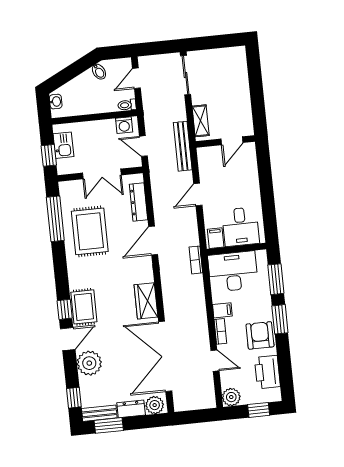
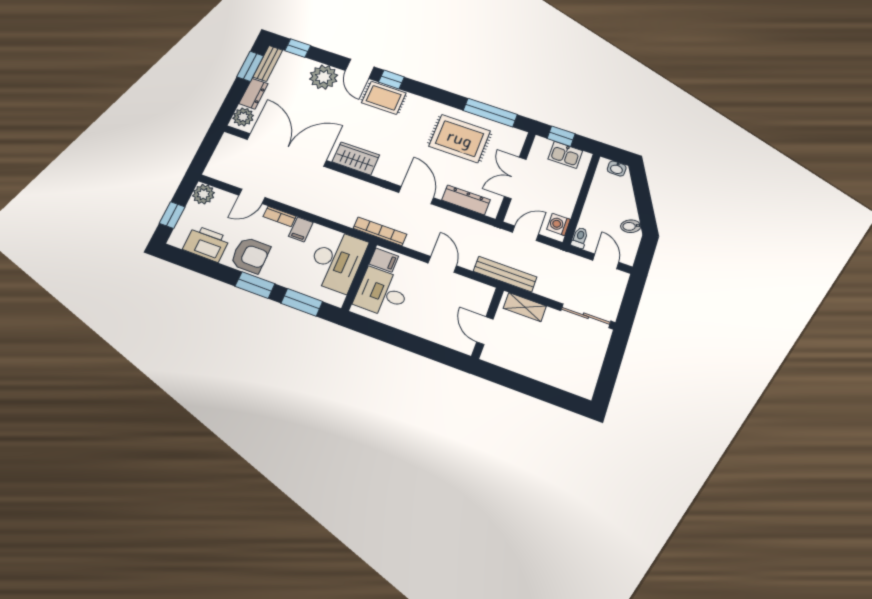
bookcase: (196, 260) -> (380, 231), width x1.56

